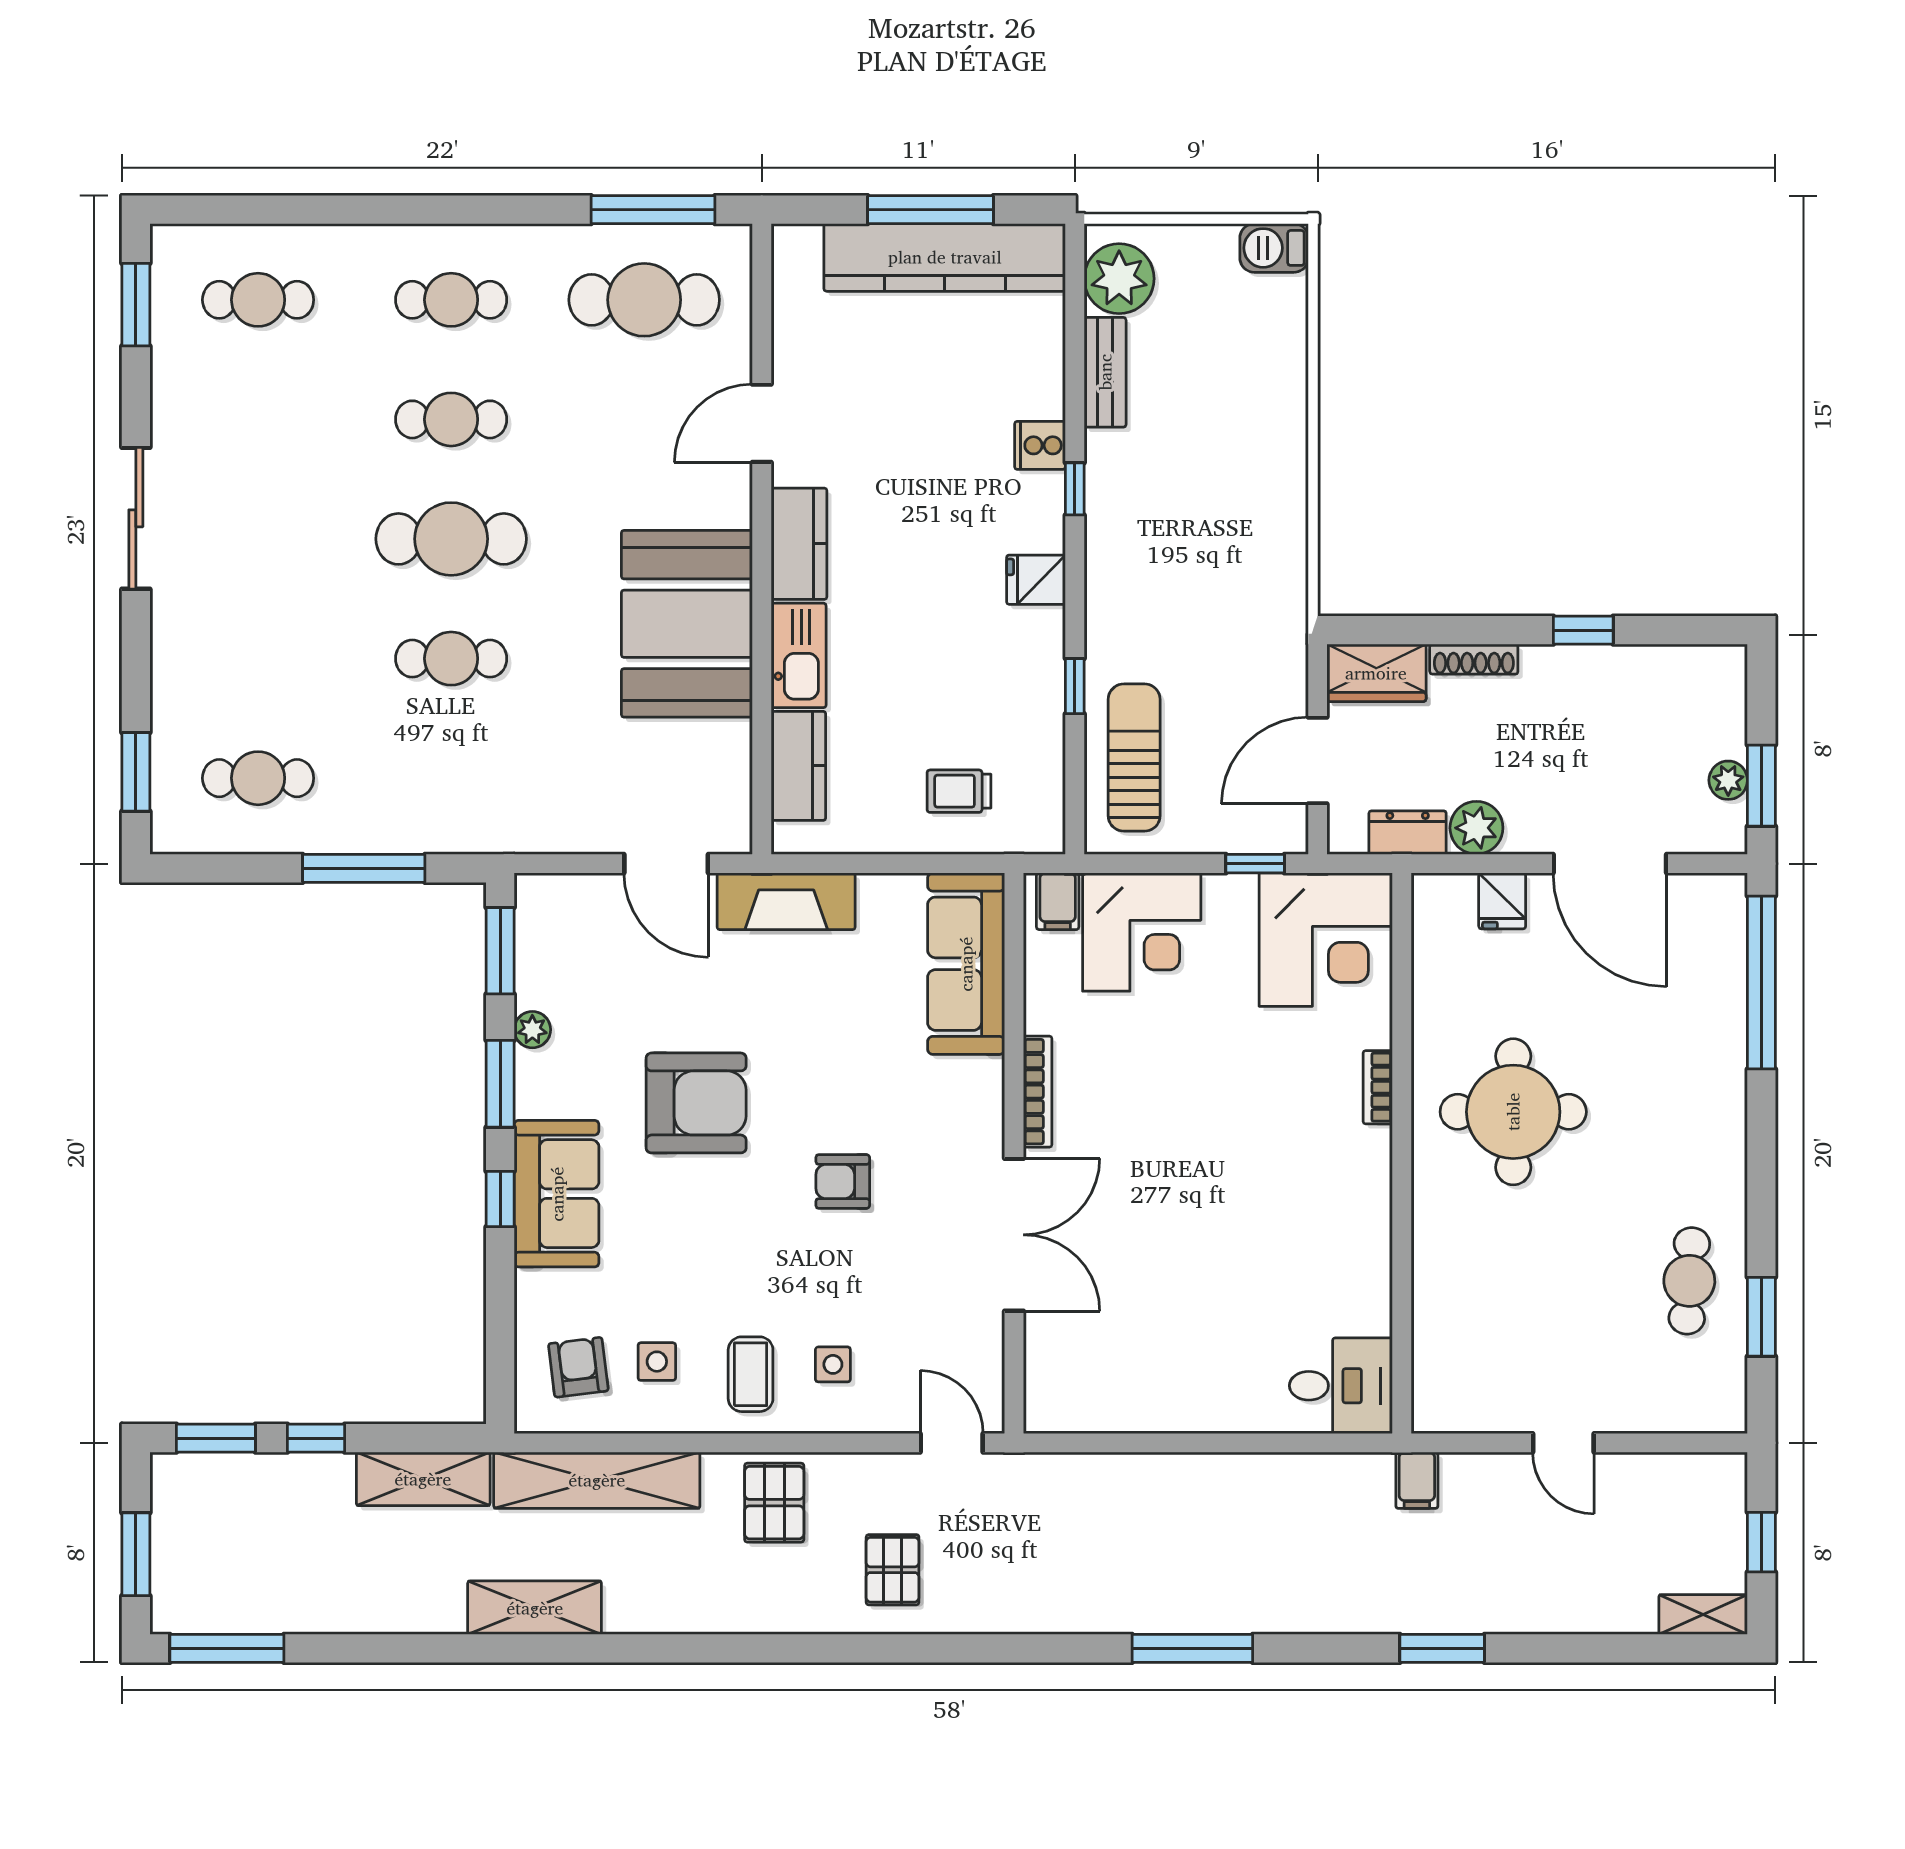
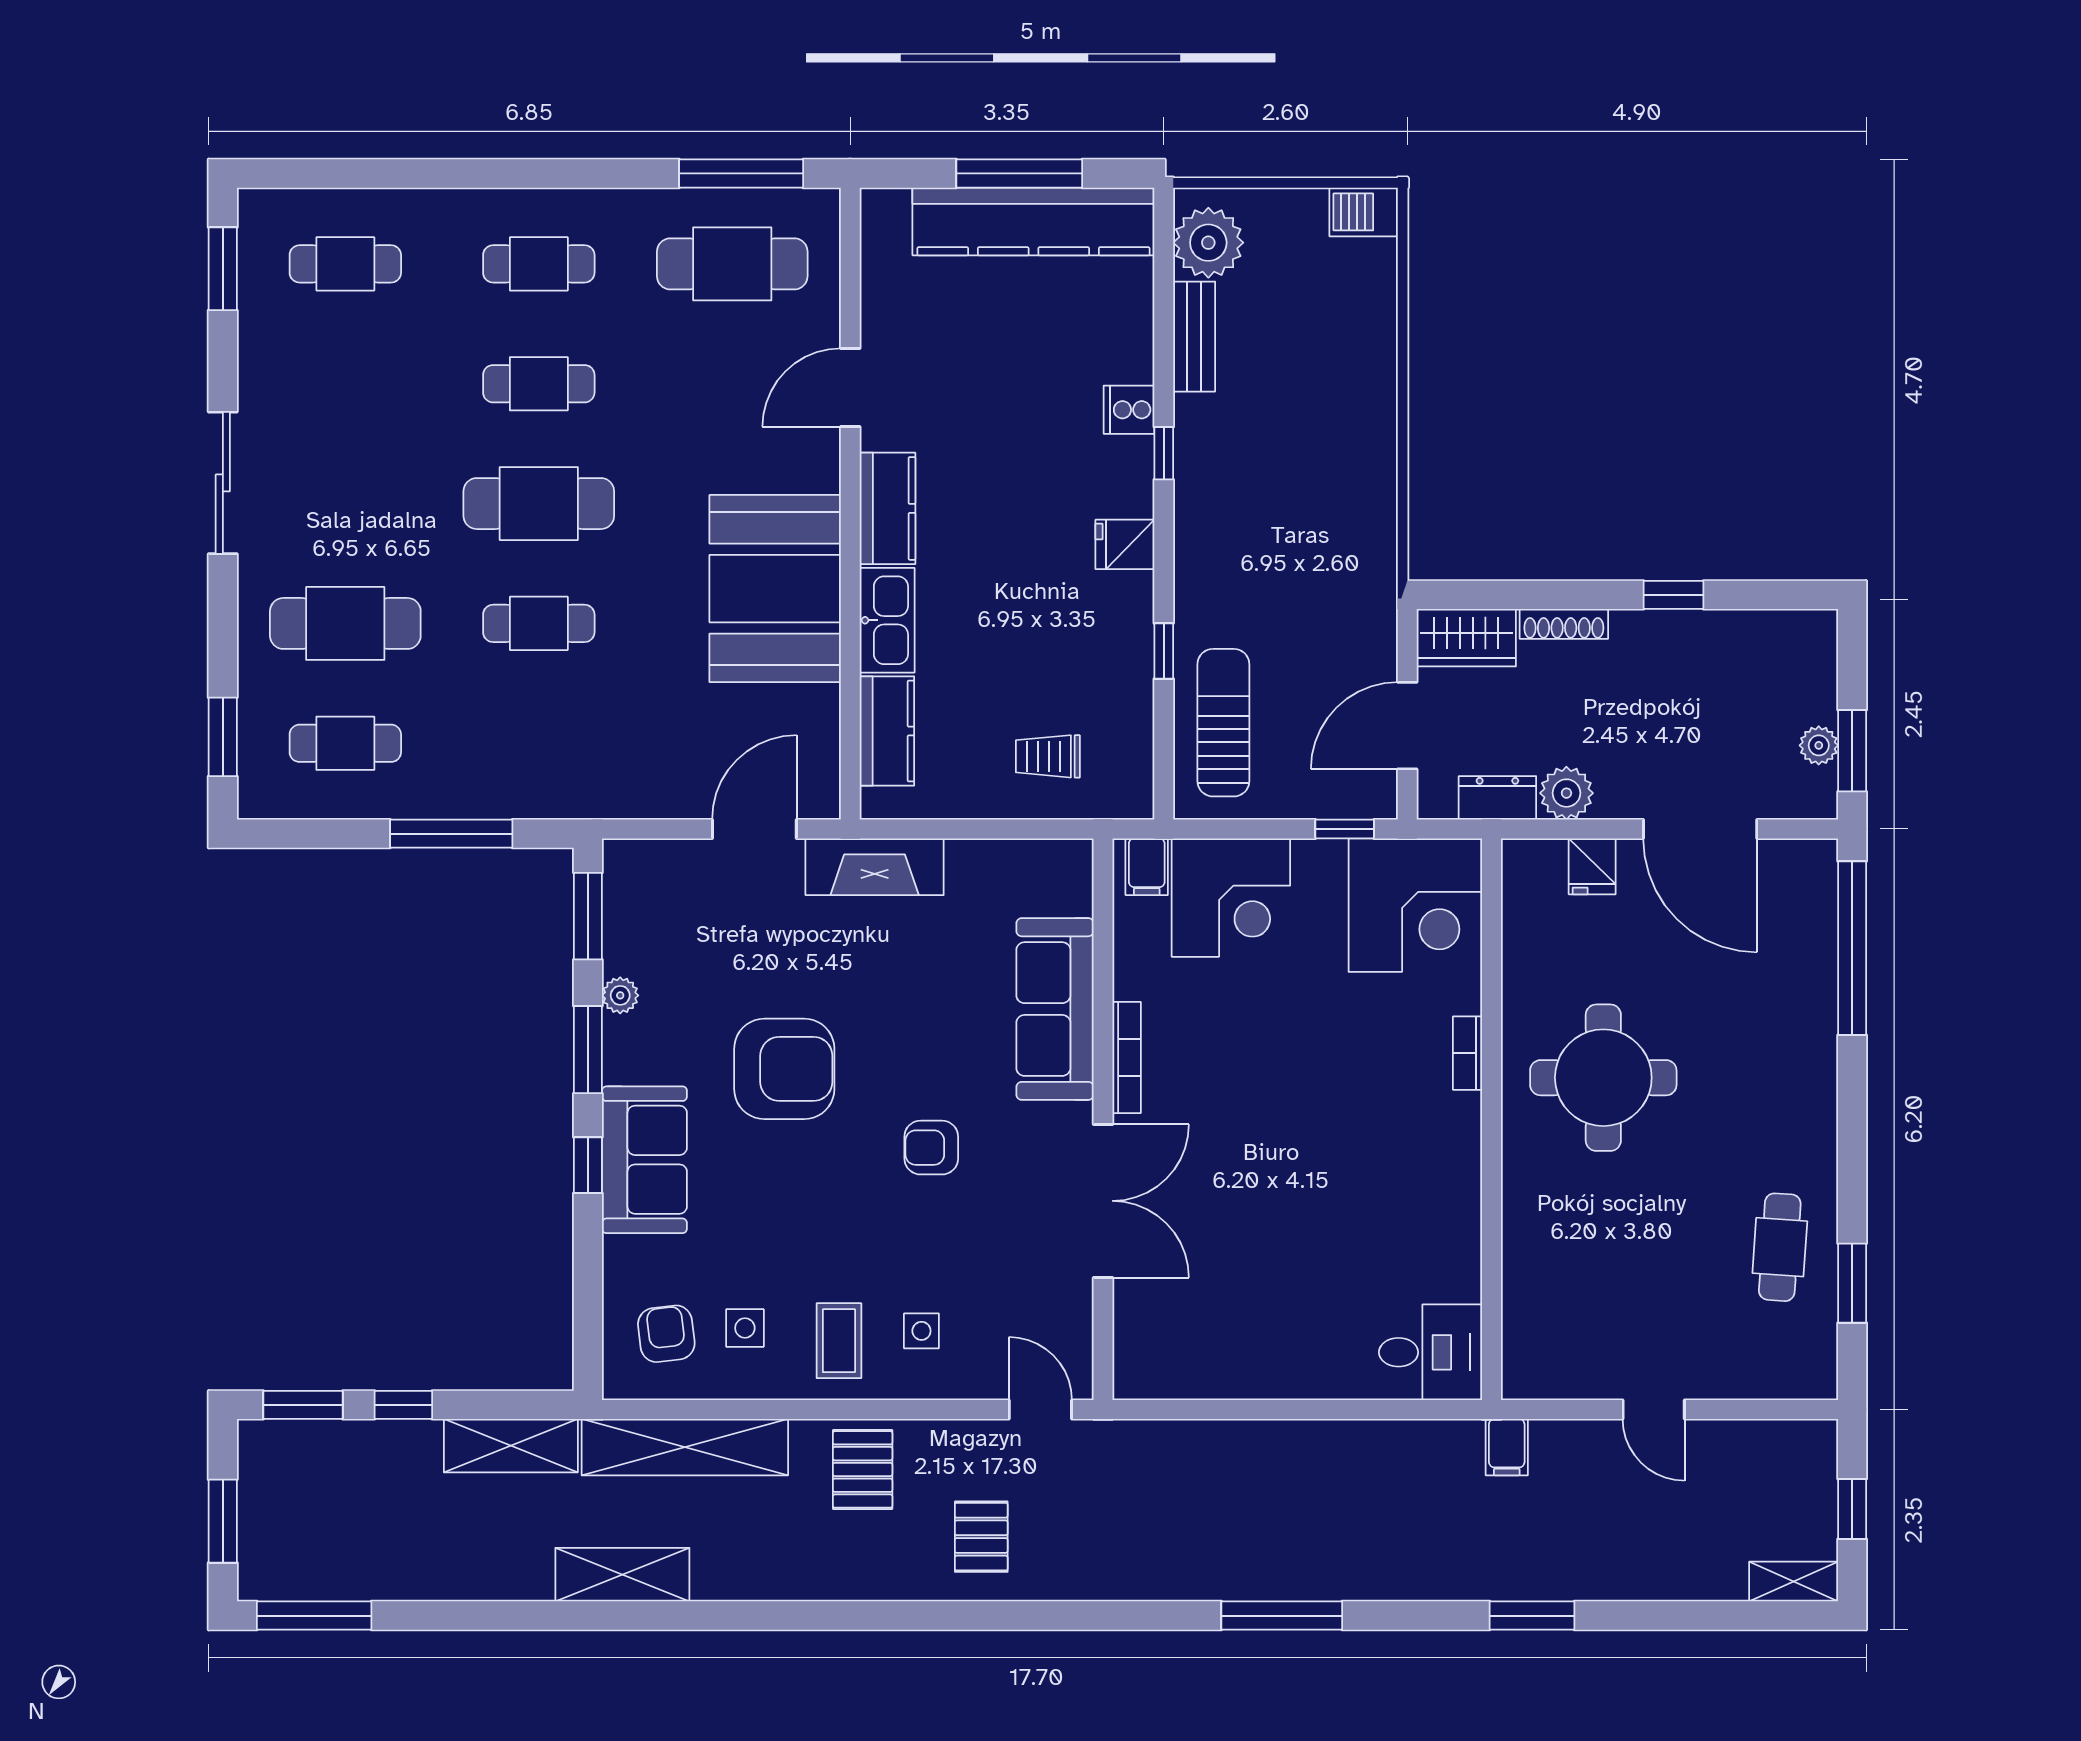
cafe table: (258, 659) -> (345, 623), added
door: (666, 864) -> (754, 829), swing flipped
sofa: (966, 964) -> (1055, 1009), moved

